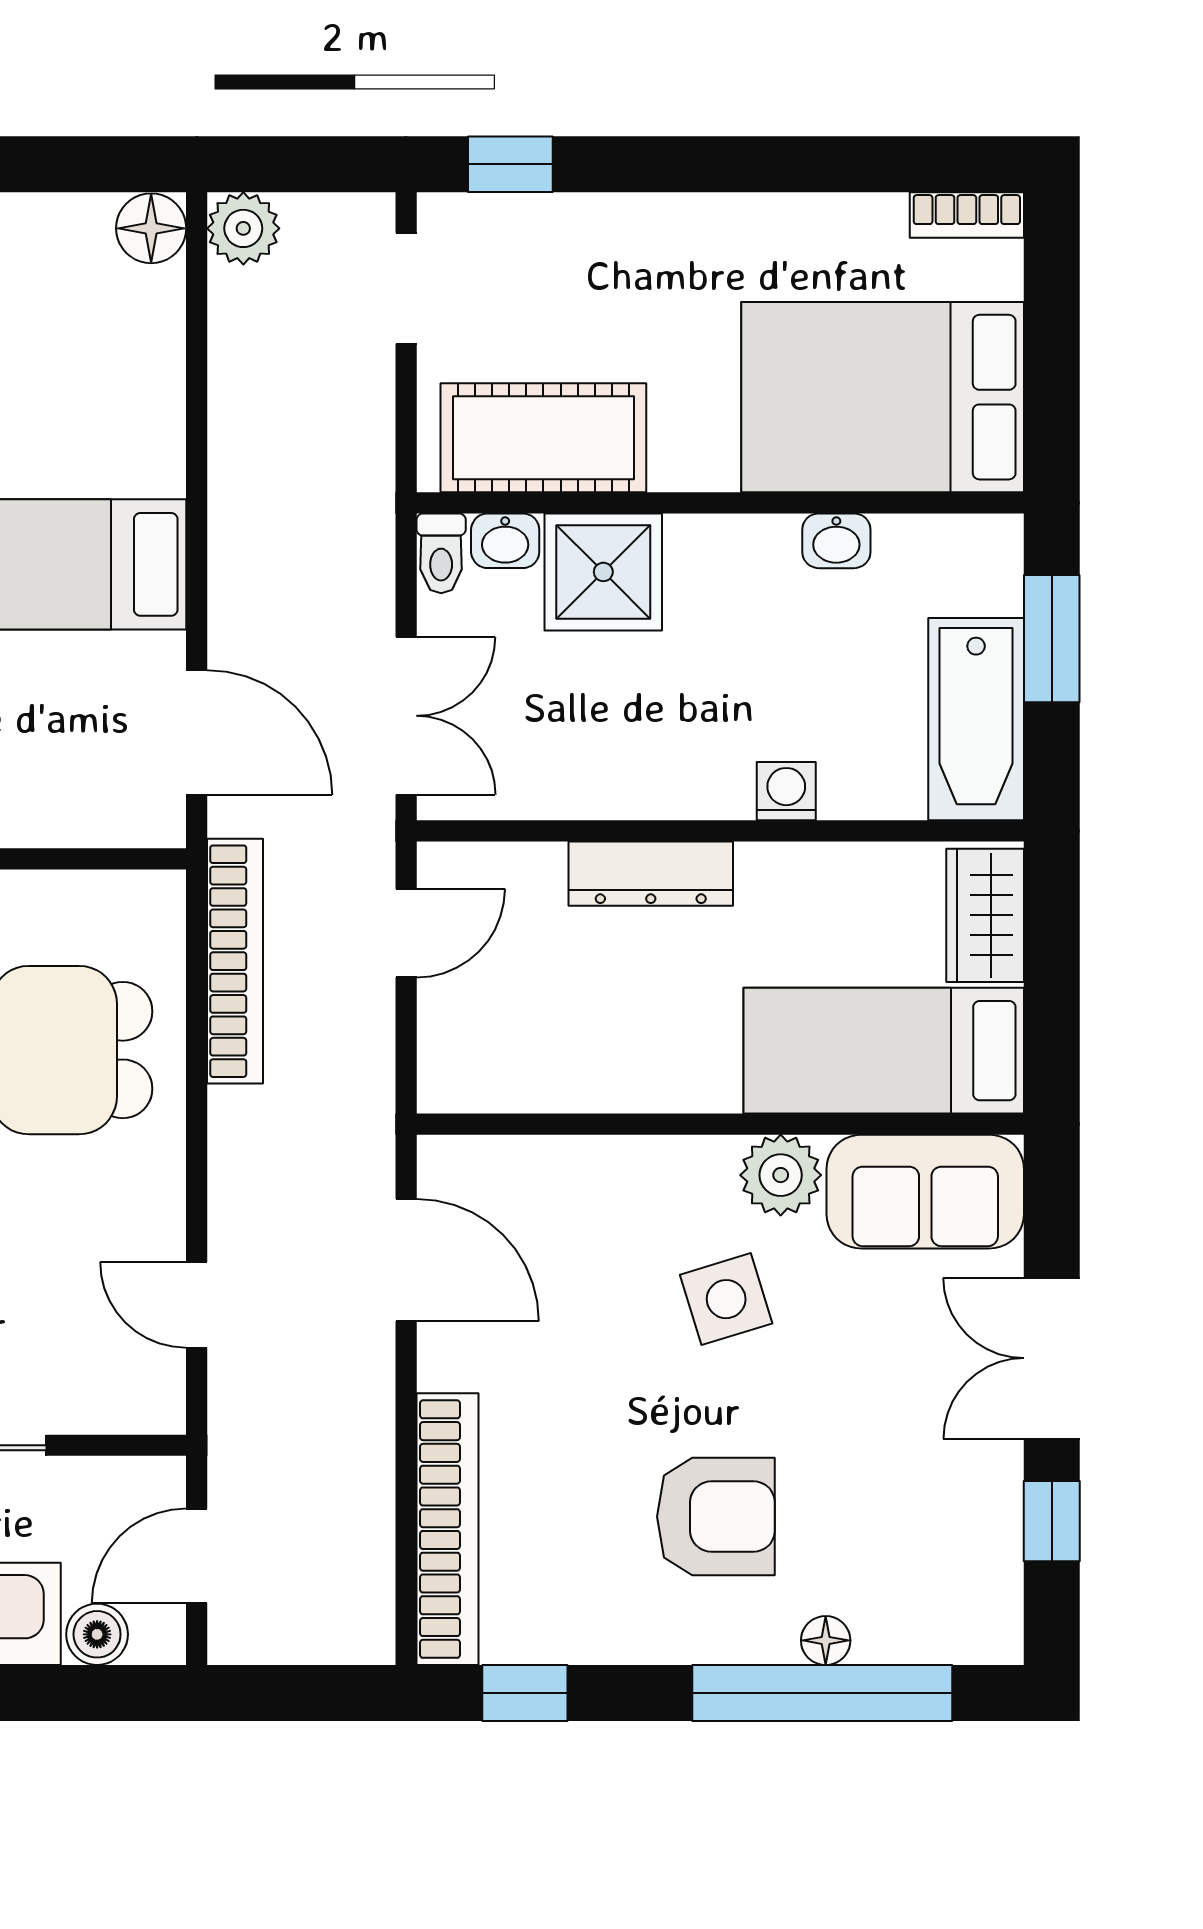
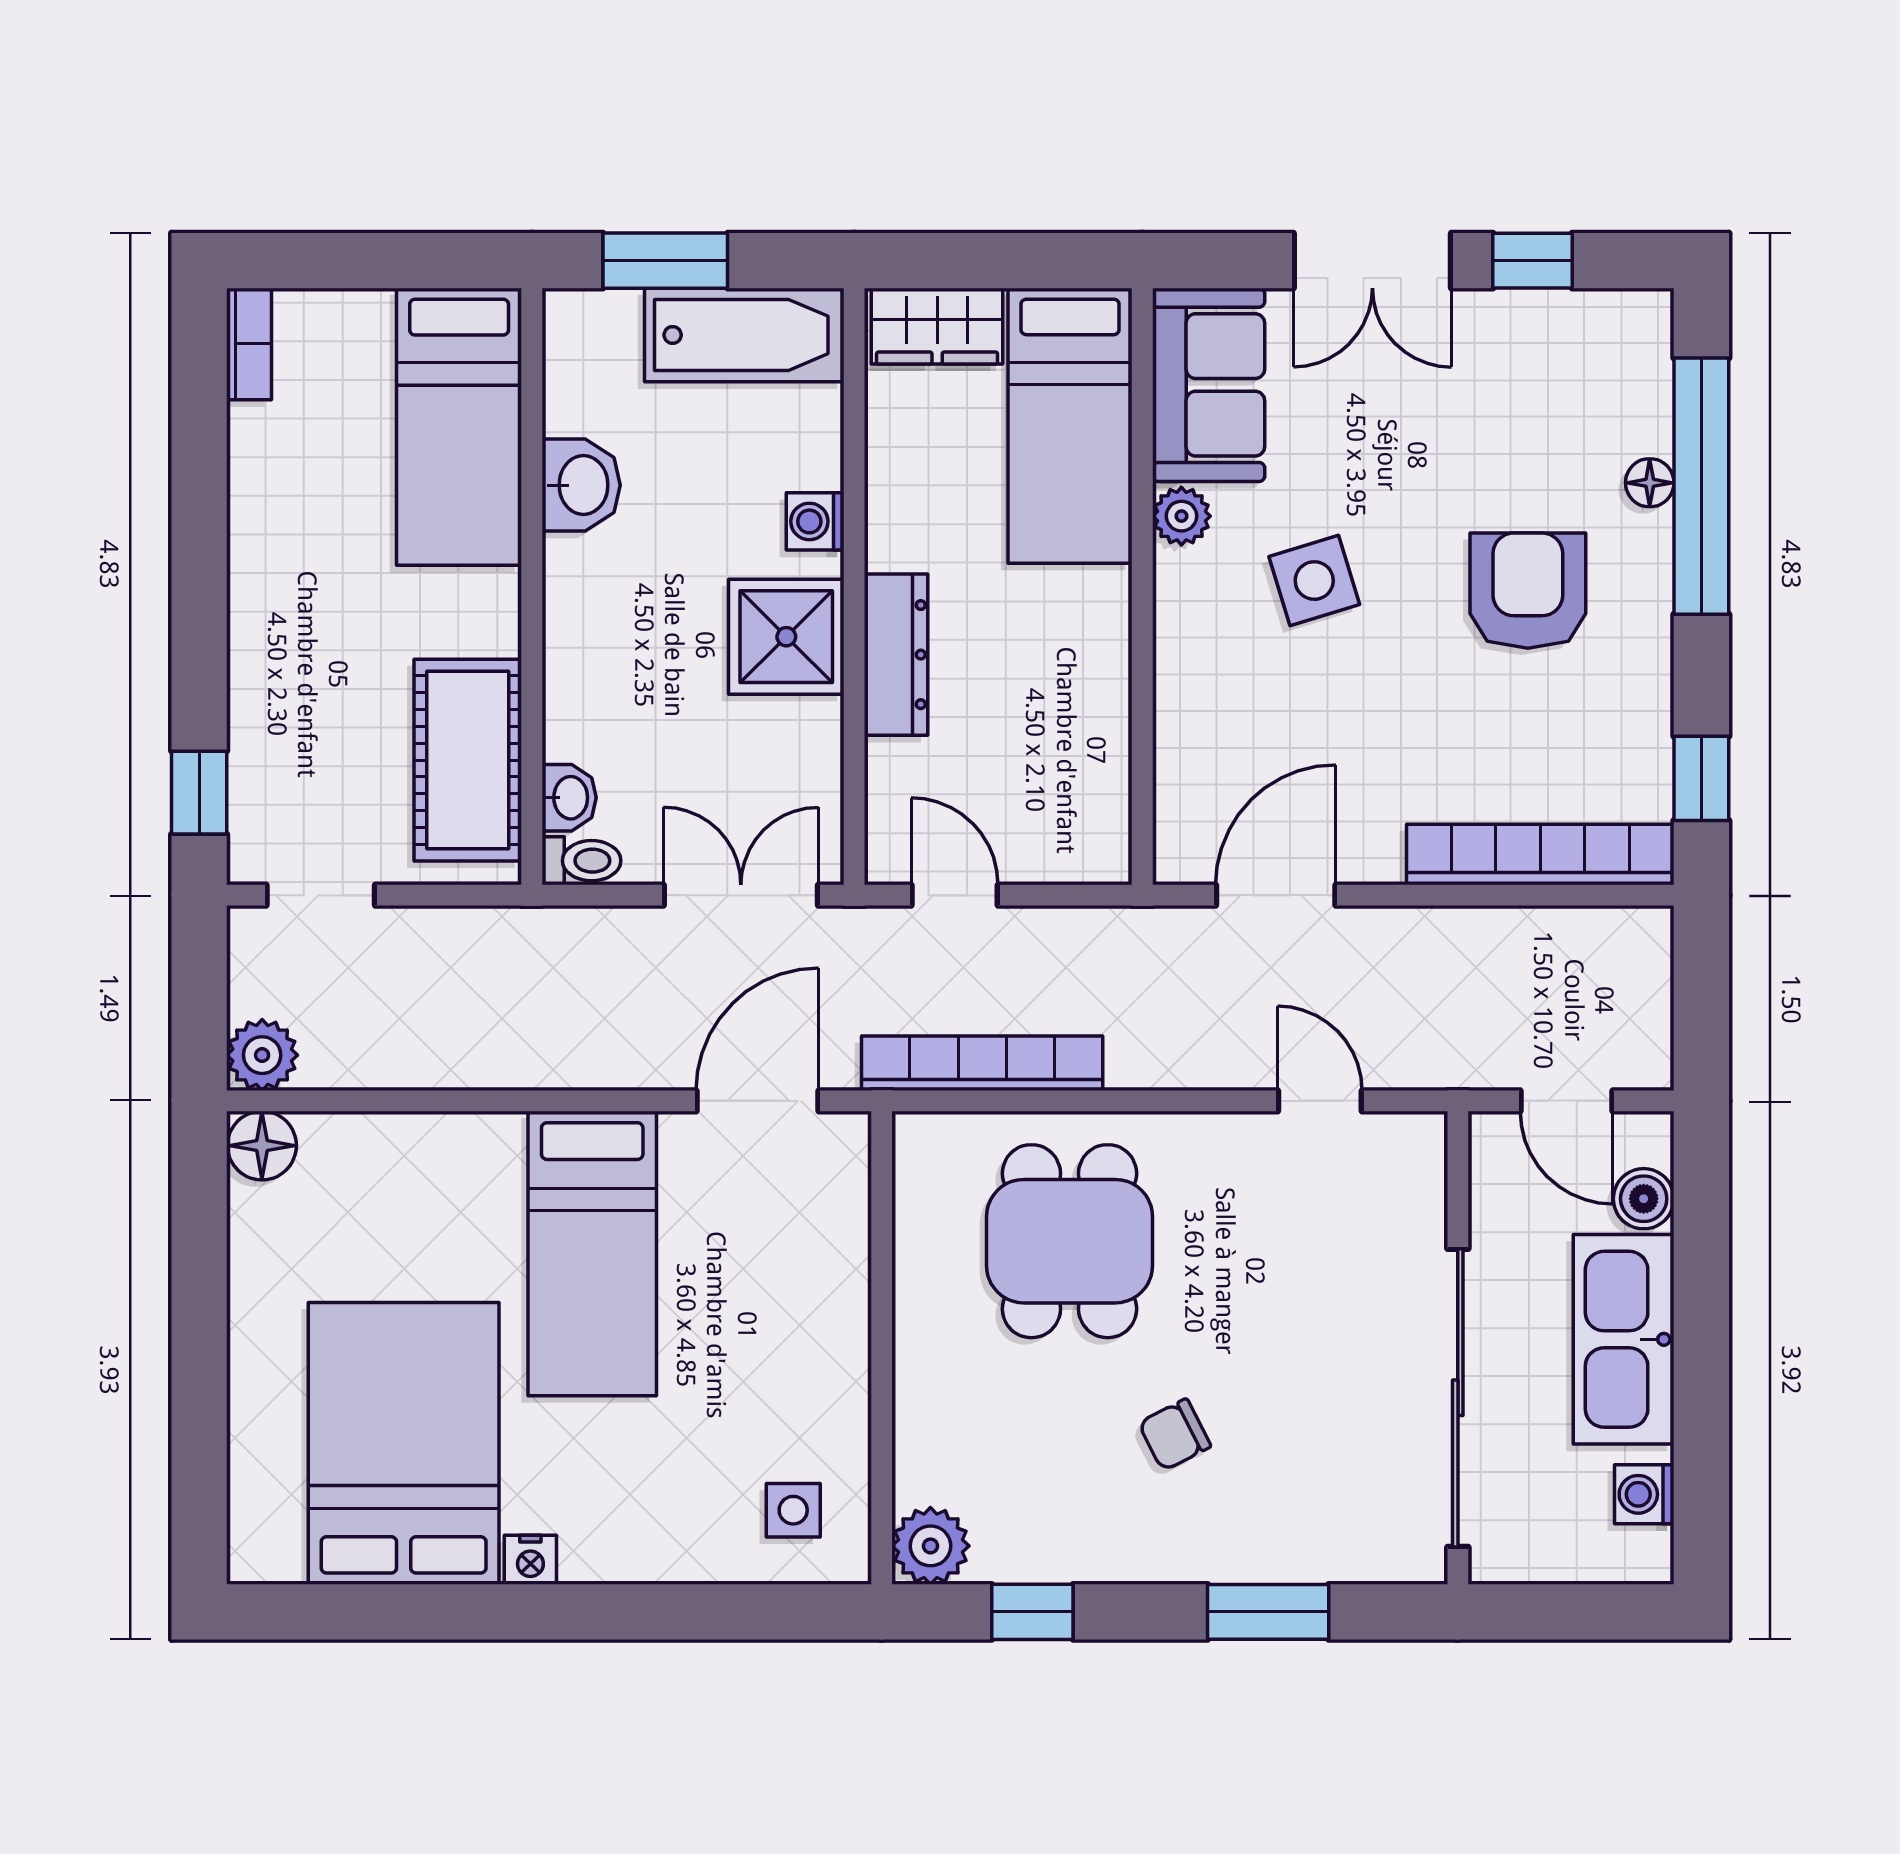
bed: (883, 397) -> (459, 427), width x0.67
washbasin: (836, 541) -> (581, 485), width x1.38, depth x1.45
shower: (603, 572) -> (786, 637), moved
plant: (781, 1175) -> (1181, 516), width x0.73, depth x0.73
door: (197, 1305) -> (1320, 1101), swing flipped

